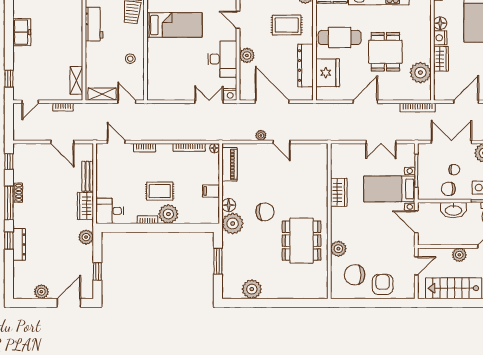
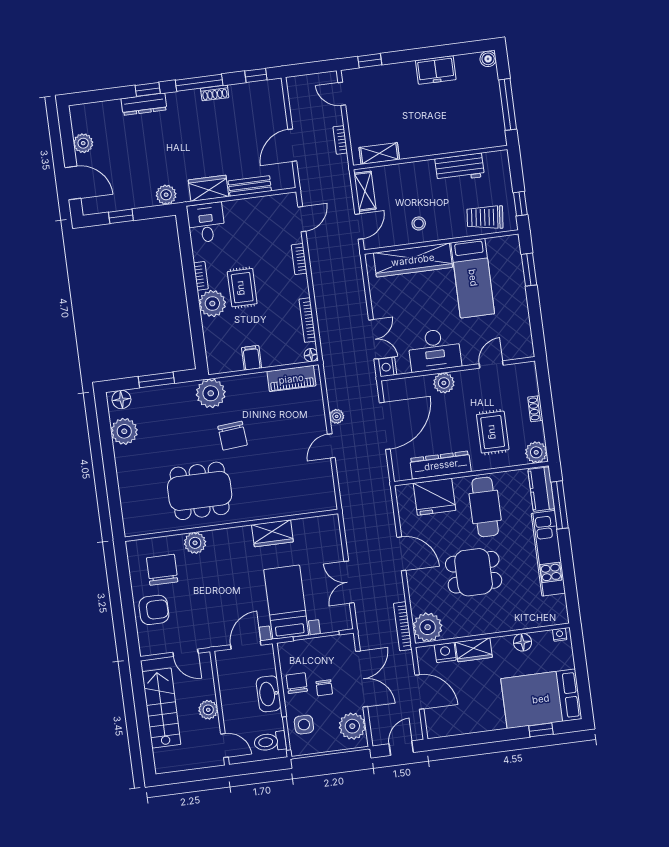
nightstand: (440, 38) -> (445, 652), moved
wardrobe: (156, 66) -> (413, 260), added
plant: (420, 73) -> (428, 627), moved
floor lamp: (229, 205) -> (121, 399), moved

